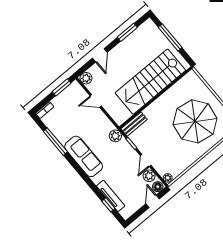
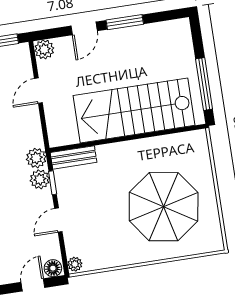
window: (127, 32) -> (125, 22), moved
window: (170, 37) -> (204, 84), moved
door: (96, 101) -> (38, 91), hinge flipped
plant: (149, 176) -> (40, 179), moved

